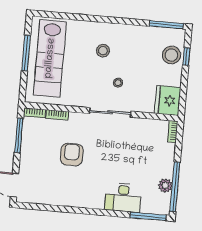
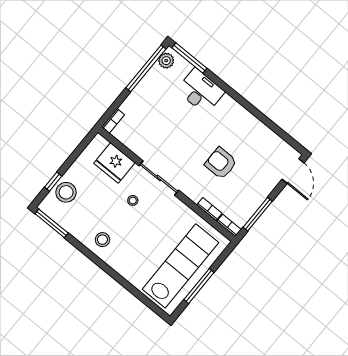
stool: (103, 51) -> (102, 240), moved
fridge: (168, 100) -> (114, 163), moved, turned 90
armchair: (72, 155) -> (221, 163), turned 90
plant: (165, 186) -> (166, 61), moved

